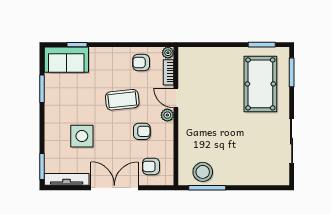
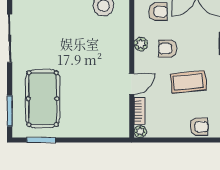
armchair: (141, 63) -> (199, 127), moved
door: (176, 98) -> (132, 84), hinge flipped
plant: (167, 115) -> (141, 44), moved

